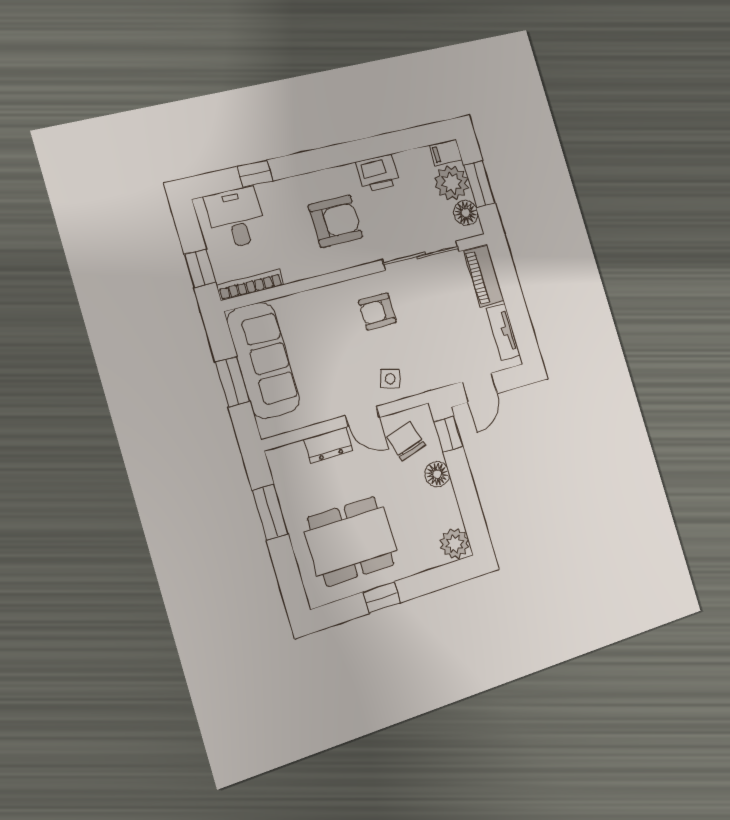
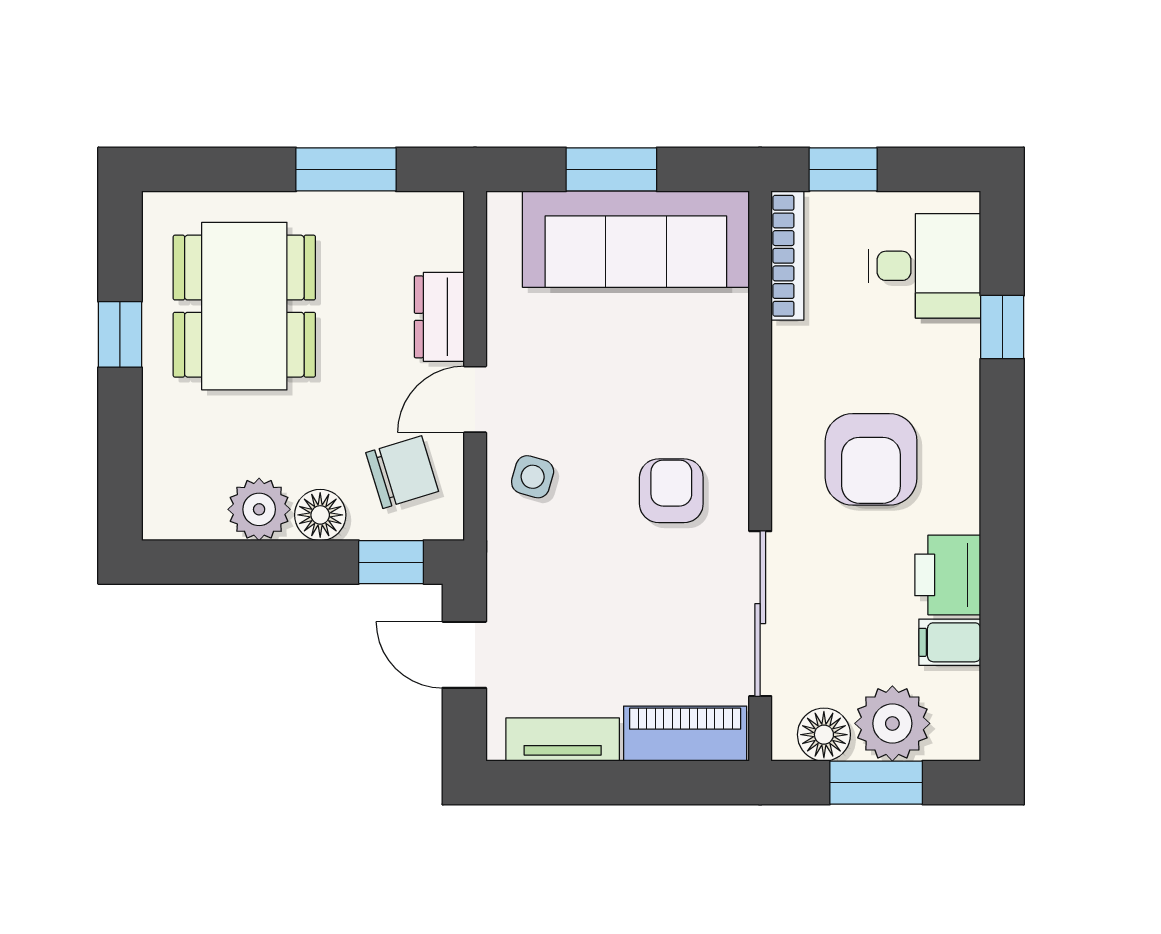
filing cabinet: (446, 153) -> (950, 642), moved, turned -90
plant: (455, 544) -> (259, 509), moved

